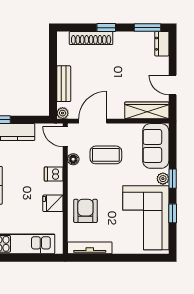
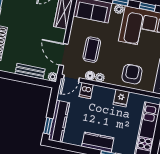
plant: (73, 172) -> (100, 78), added
dishwasher: (54, 174) -> (86, 91), moved
armchair: (85, 211) -> (132, 74), turned 90

